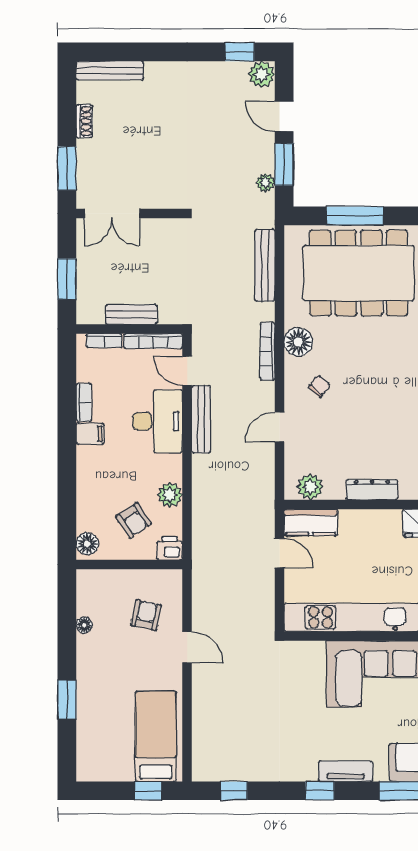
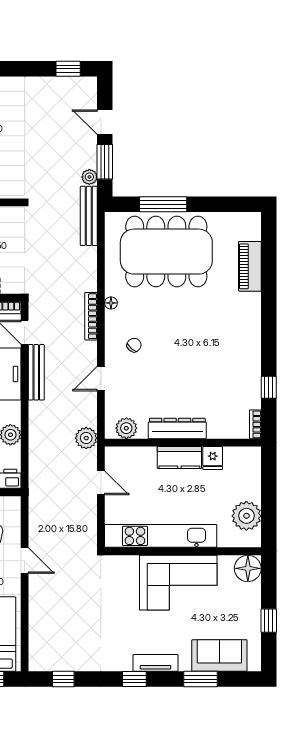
plant: (262, 74) -> (86, 438), moved
bench: (265, 265) -> (89, 216), moved
floor lamp: (298, 342) -> (111, 303), width x0.53, depth x0.53
dresser: (372, 490) -> (177, 429), width x1.37, depth x1.24
kitchen counter: (311, 522) -> (179, 457), moved

